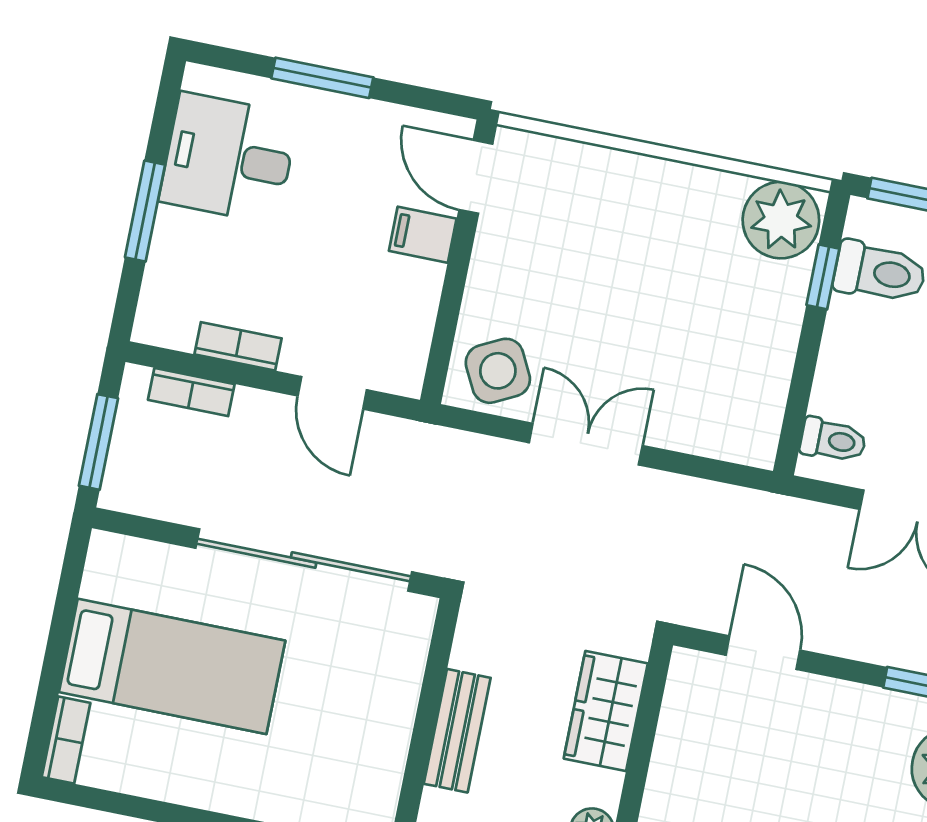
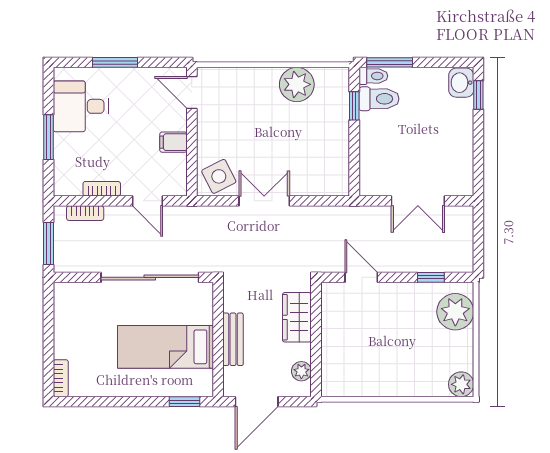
plant: (781, 220) -> (297, 84), moved
filing cabinet: (423, 235) -> (173, 142), moved
toilet: (833, 440) -> (373, 76), moved
bed: (172, 666) -> (166, 347), moved, turned 180

